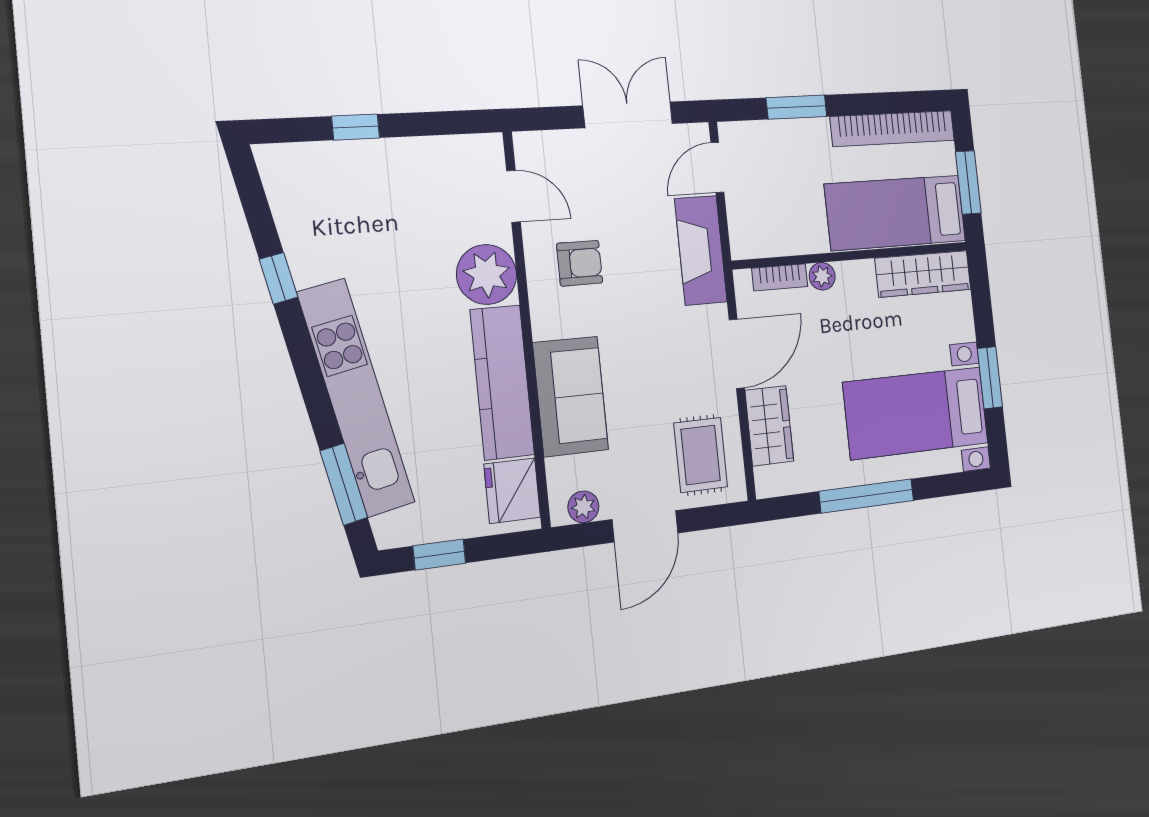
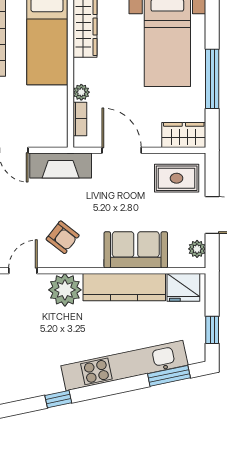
armchair: (580, 263) -> (63, 237), turned 128
wardrobe: (769, 426) -> (184, 135), moved

